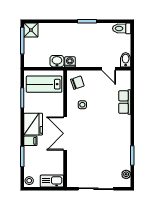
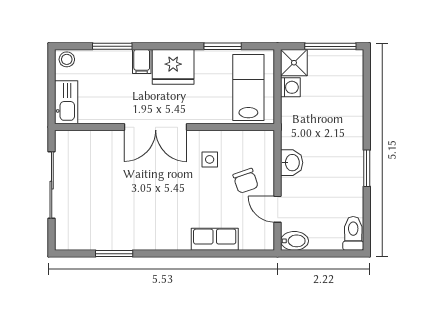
shower: (31, 30) -> (294, 63), moved
washbasin: (57, 61) -> (292, 163), moved
washing machine: (70, 62) -> (290, 87), moved
door: (109, 69) -> (278, 209), hinge flipped
chair: (77, 83) -> (246, 181), moved
double door: (65, 133) -> (156, 127), swing flipped
plant: (126, 174) -> (79, 242), removed

